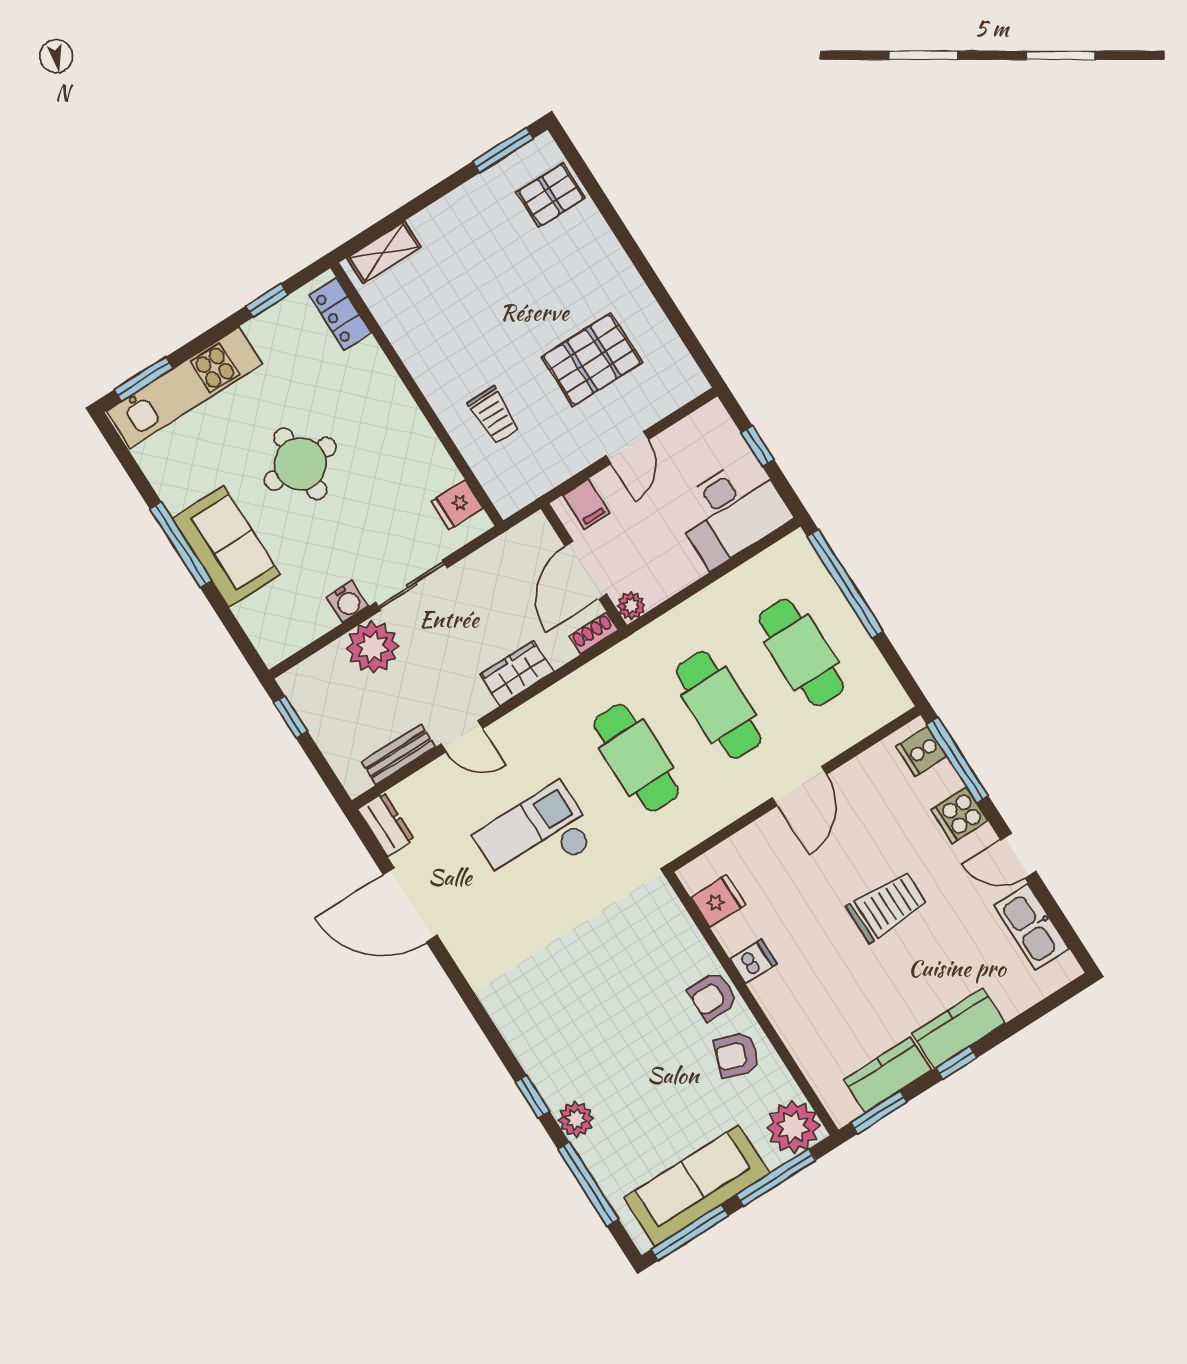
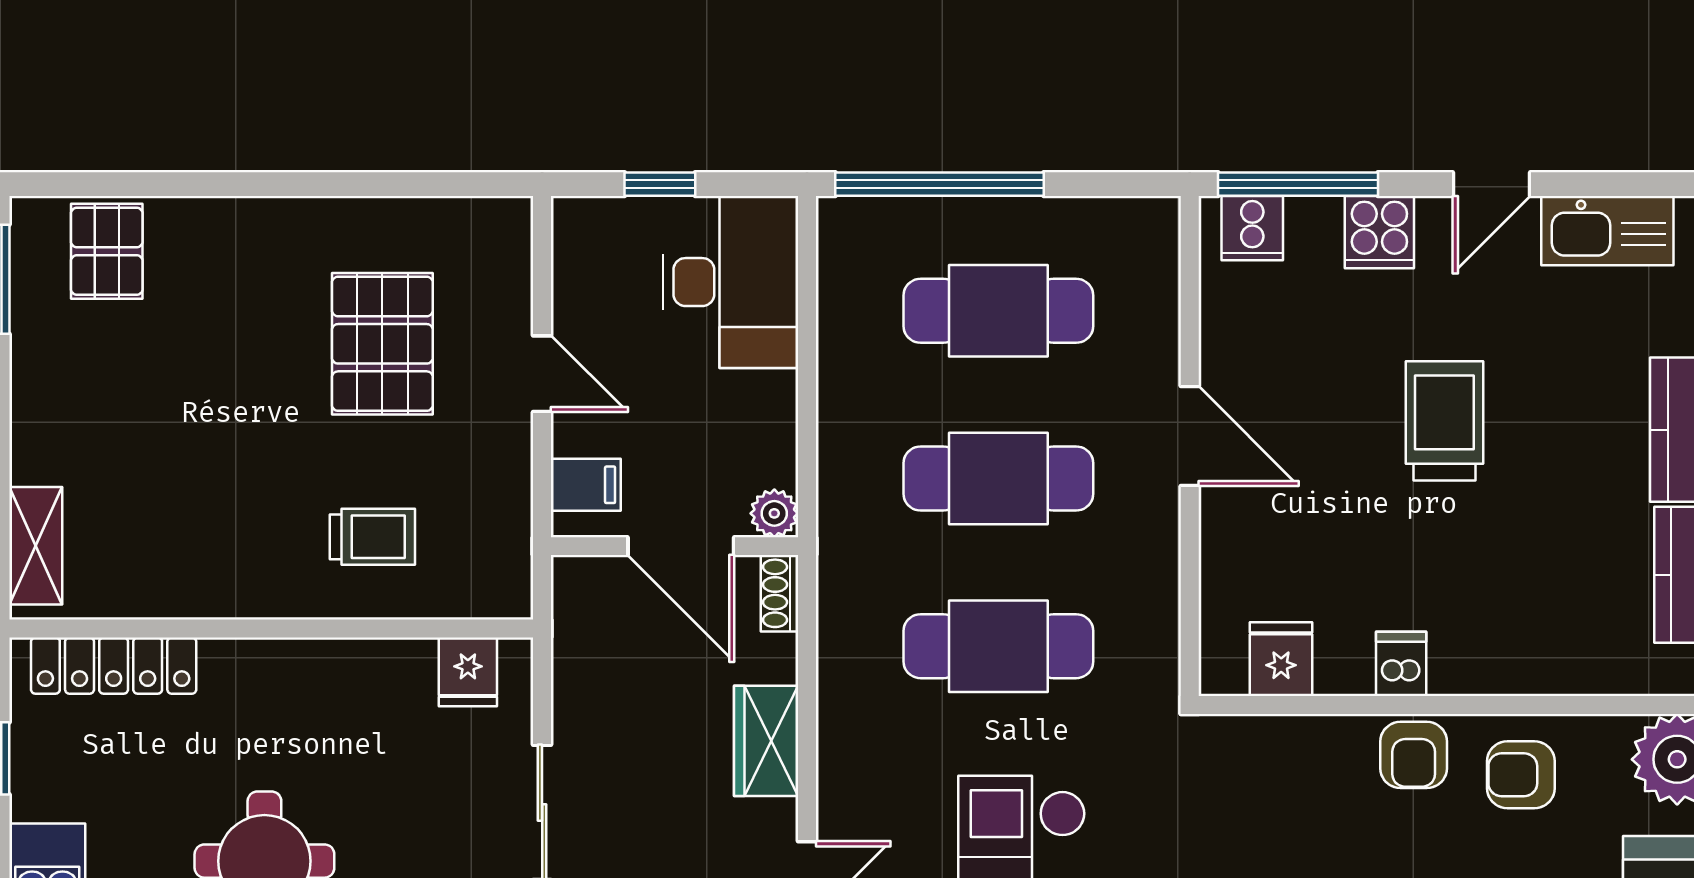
locker: (340, 314) -> (114, 666), width x1.53
armchair: (737, 1055) -> (1521, 775), turned 70

